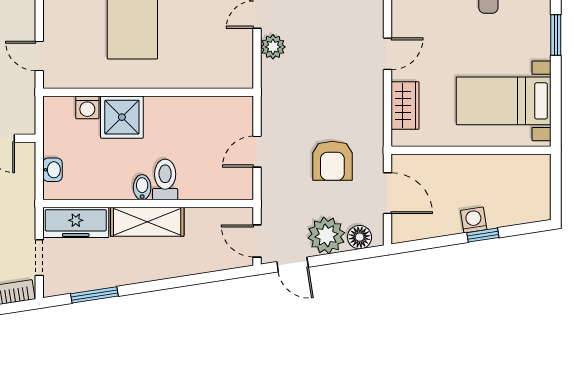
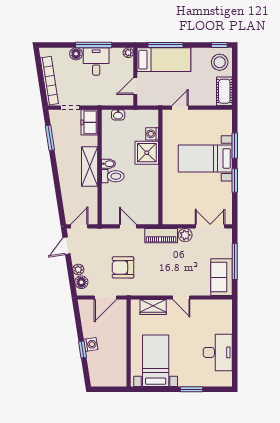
piano: (274, 91) -> (161, 236), added
freezer: (76, 222) -> (89, 122), width x0.71
plant: (326, 235) -> (78, 270), width x0.53, depth x0.53

